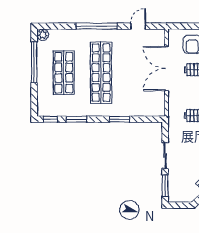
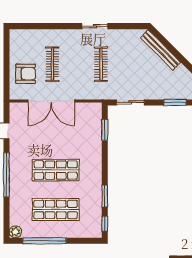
shop shelf: (101, 73) -> (56, 170), width x0.71
window: (119, 119) -> (105, 130), moved
sliding door: (165, 156) -> (130, 102), moved

